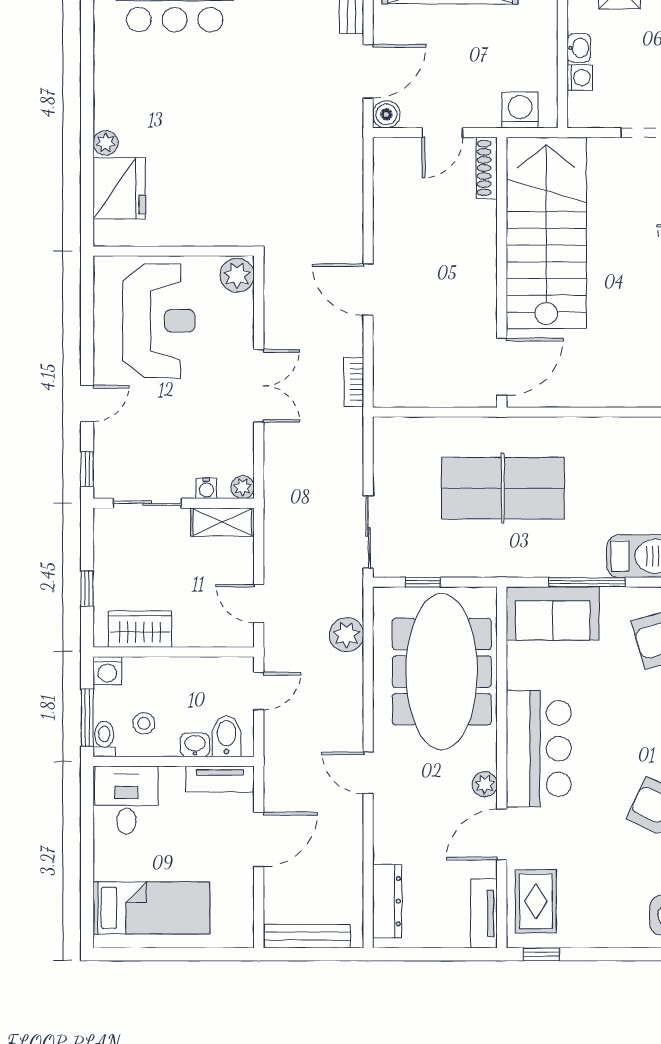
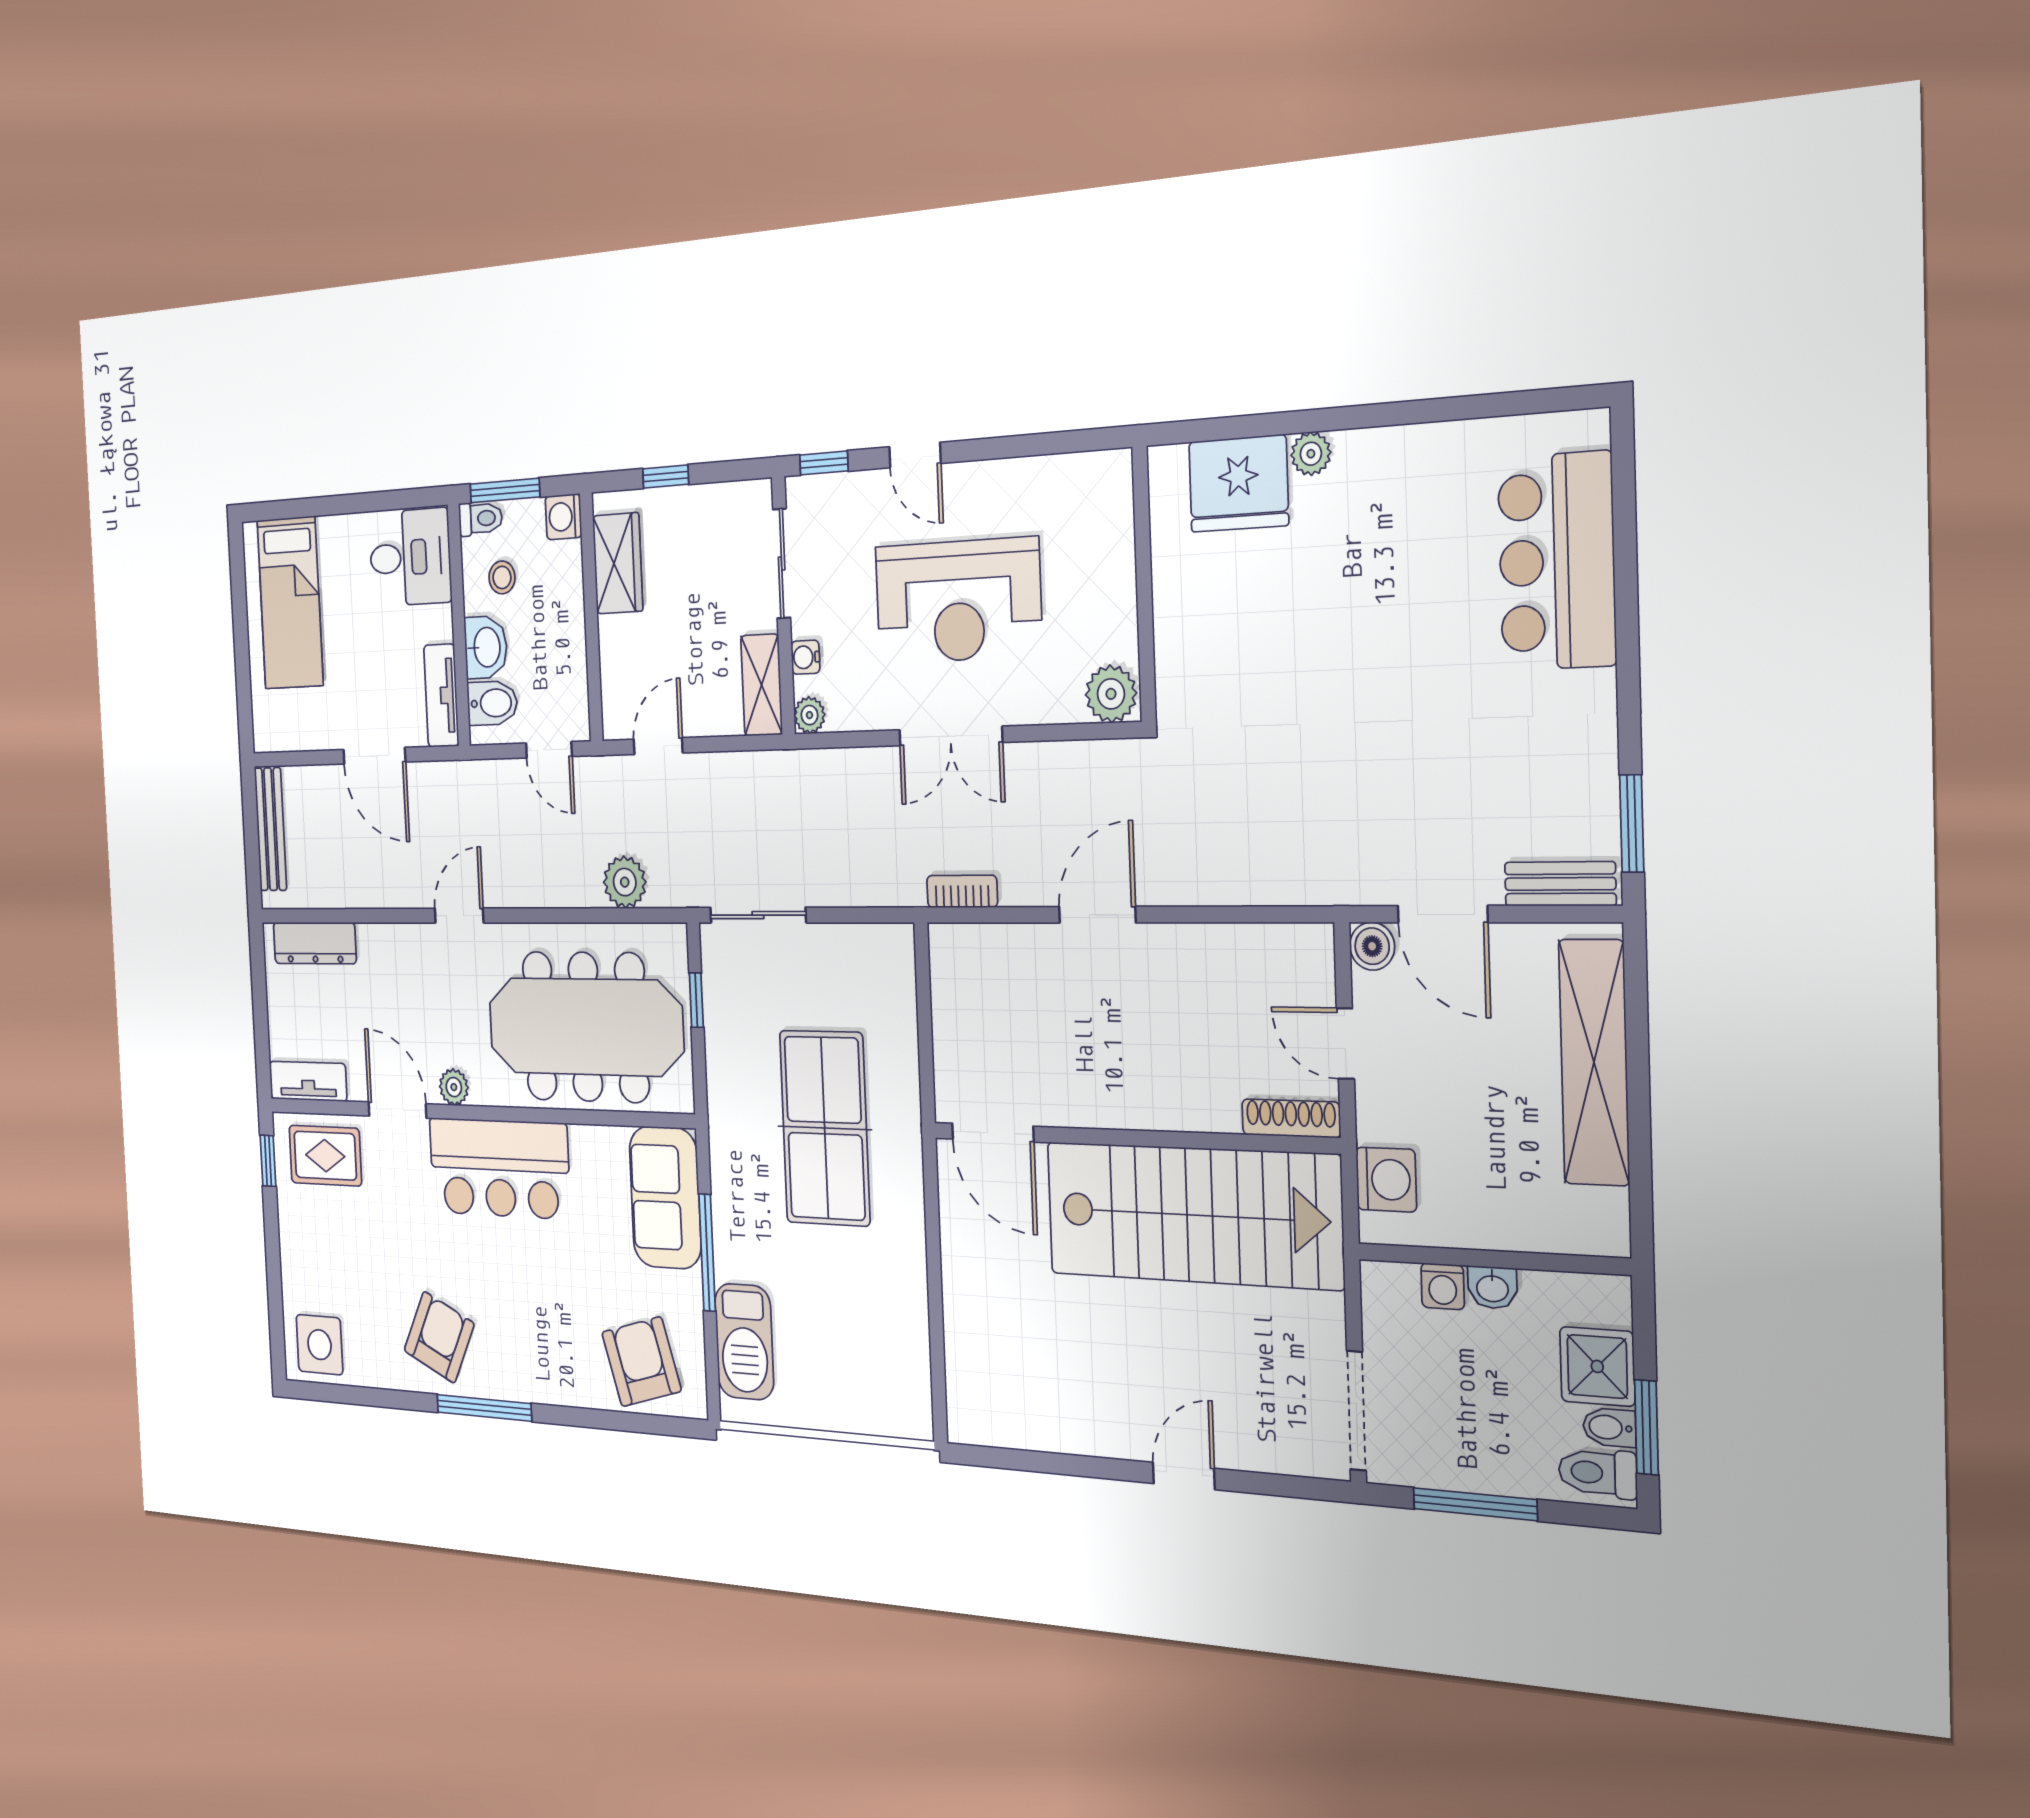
reception desk: (159, 321) -> (958, 601), moved
washbasin: (195, 745) -> (486, 647), width x1.38, depth x1.45

